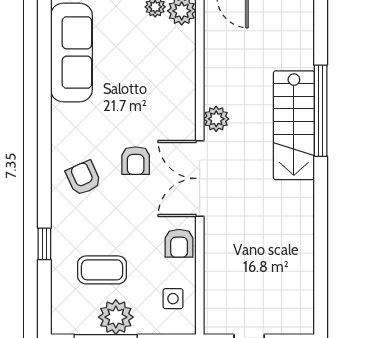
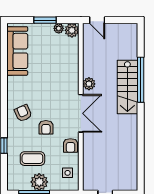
armchair: (136, 161) -> (46, 127), moved
double door: (200, 178) -> (81, 113), swing flipped

